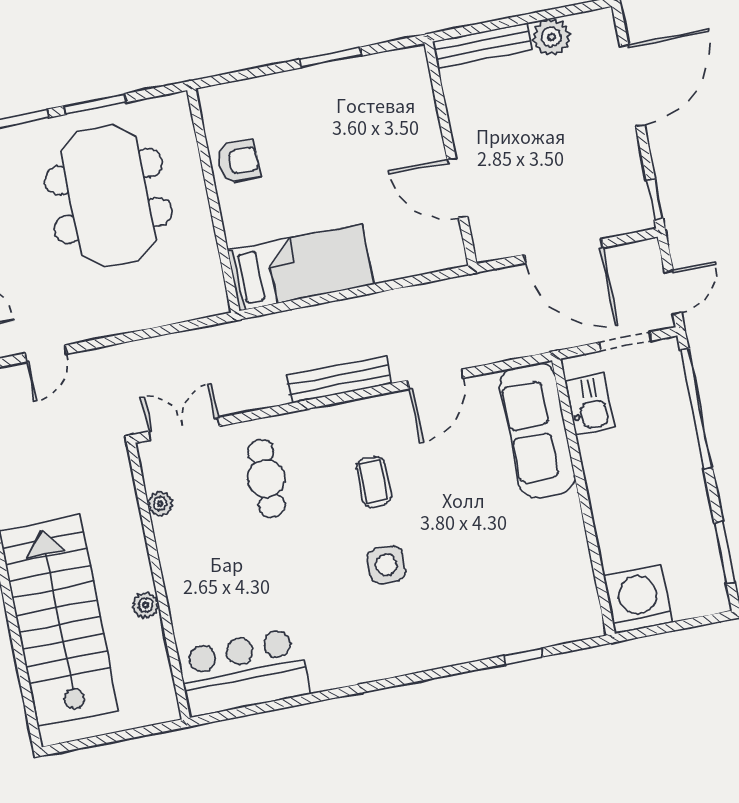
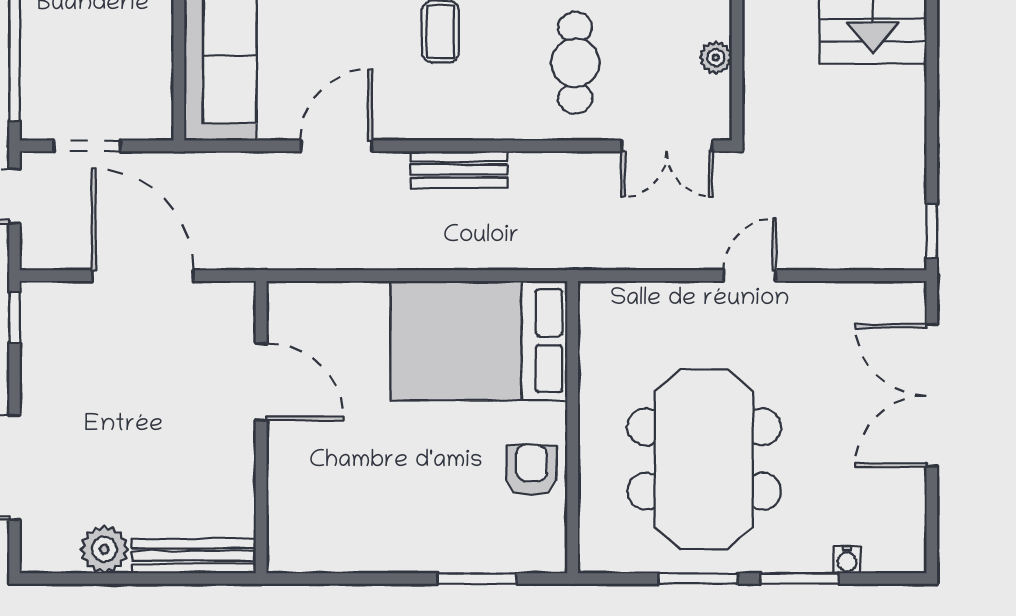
window: (331, 58) -> (477, 578), moved
armchair: (238, 162) -> (531, 470), turned 90
bed: (301, 267) -> (479, 341), width x1.50
door: (46, 354) -> (750, 276), moved
bench: (339, 380) -> (459, 170), width x0.73
kitchen sink: (590, 404) -> (148, 76), removed

